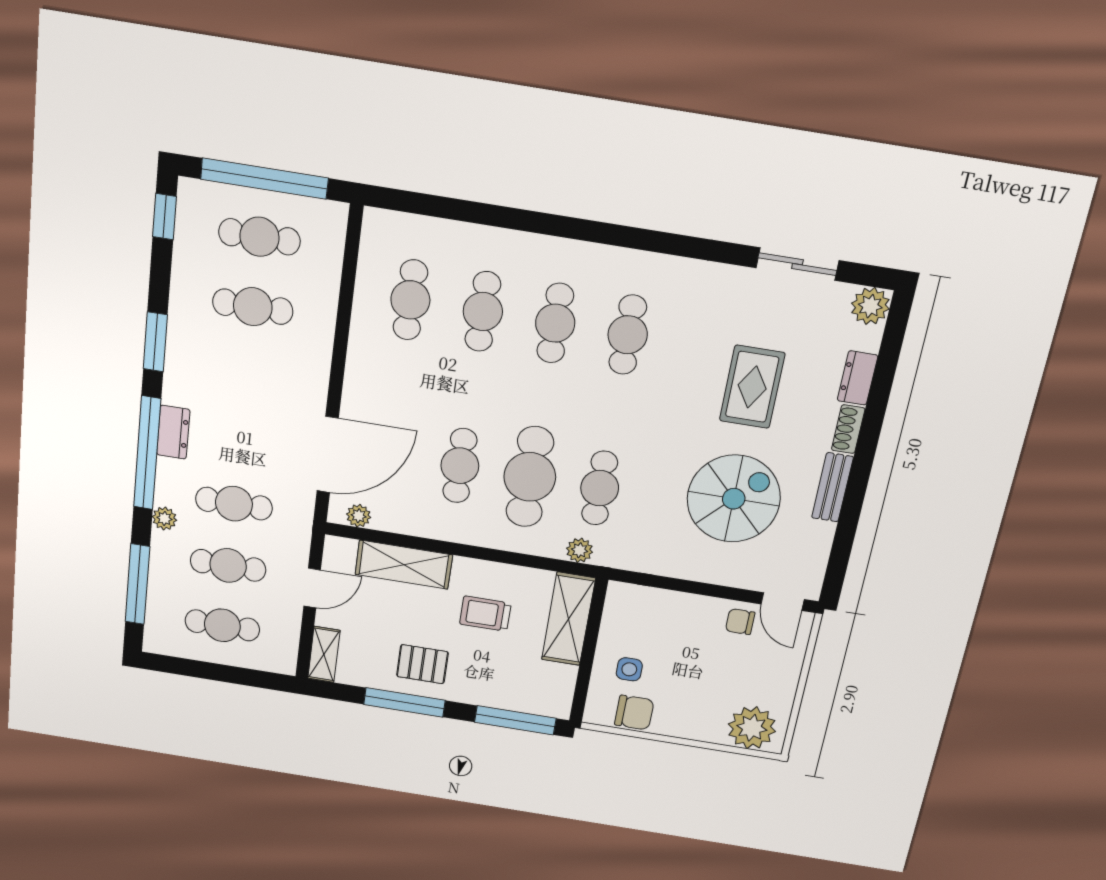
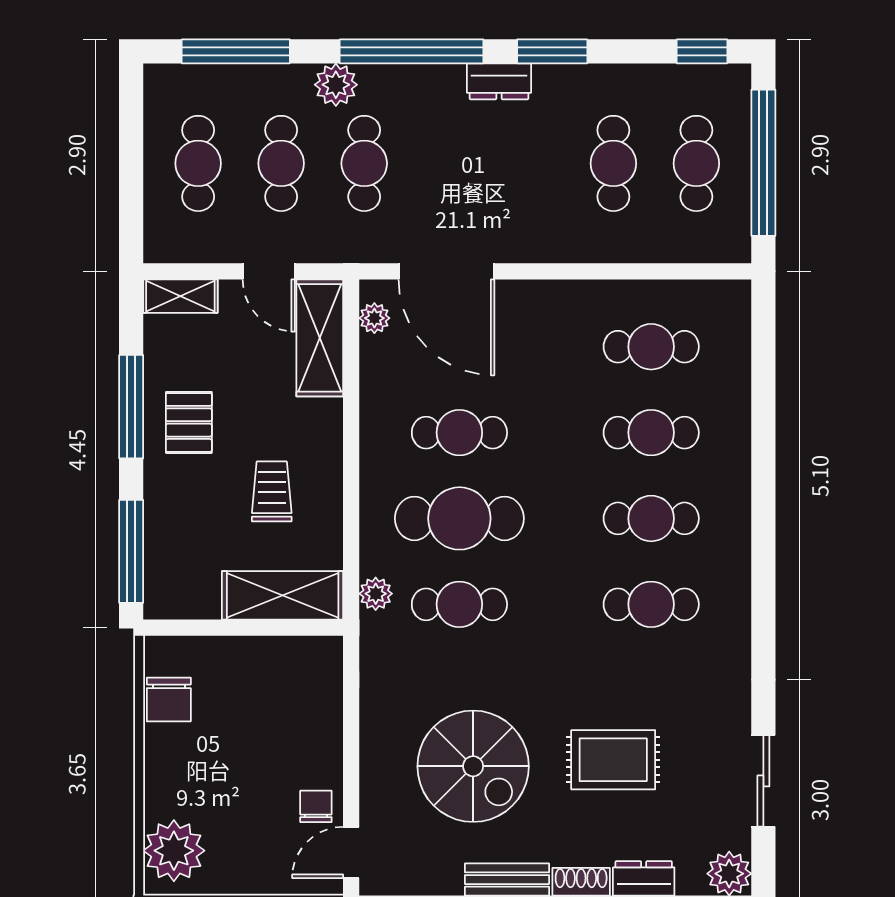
dresser: (173, 432) -> (499, 81), moved
plant: (164, 518) -> (336, 85), width x1.38, depth x1.38
shelving: (404, 565) -> (320, 338), moved
side table: (629, 669) -> (228, 682), removed

